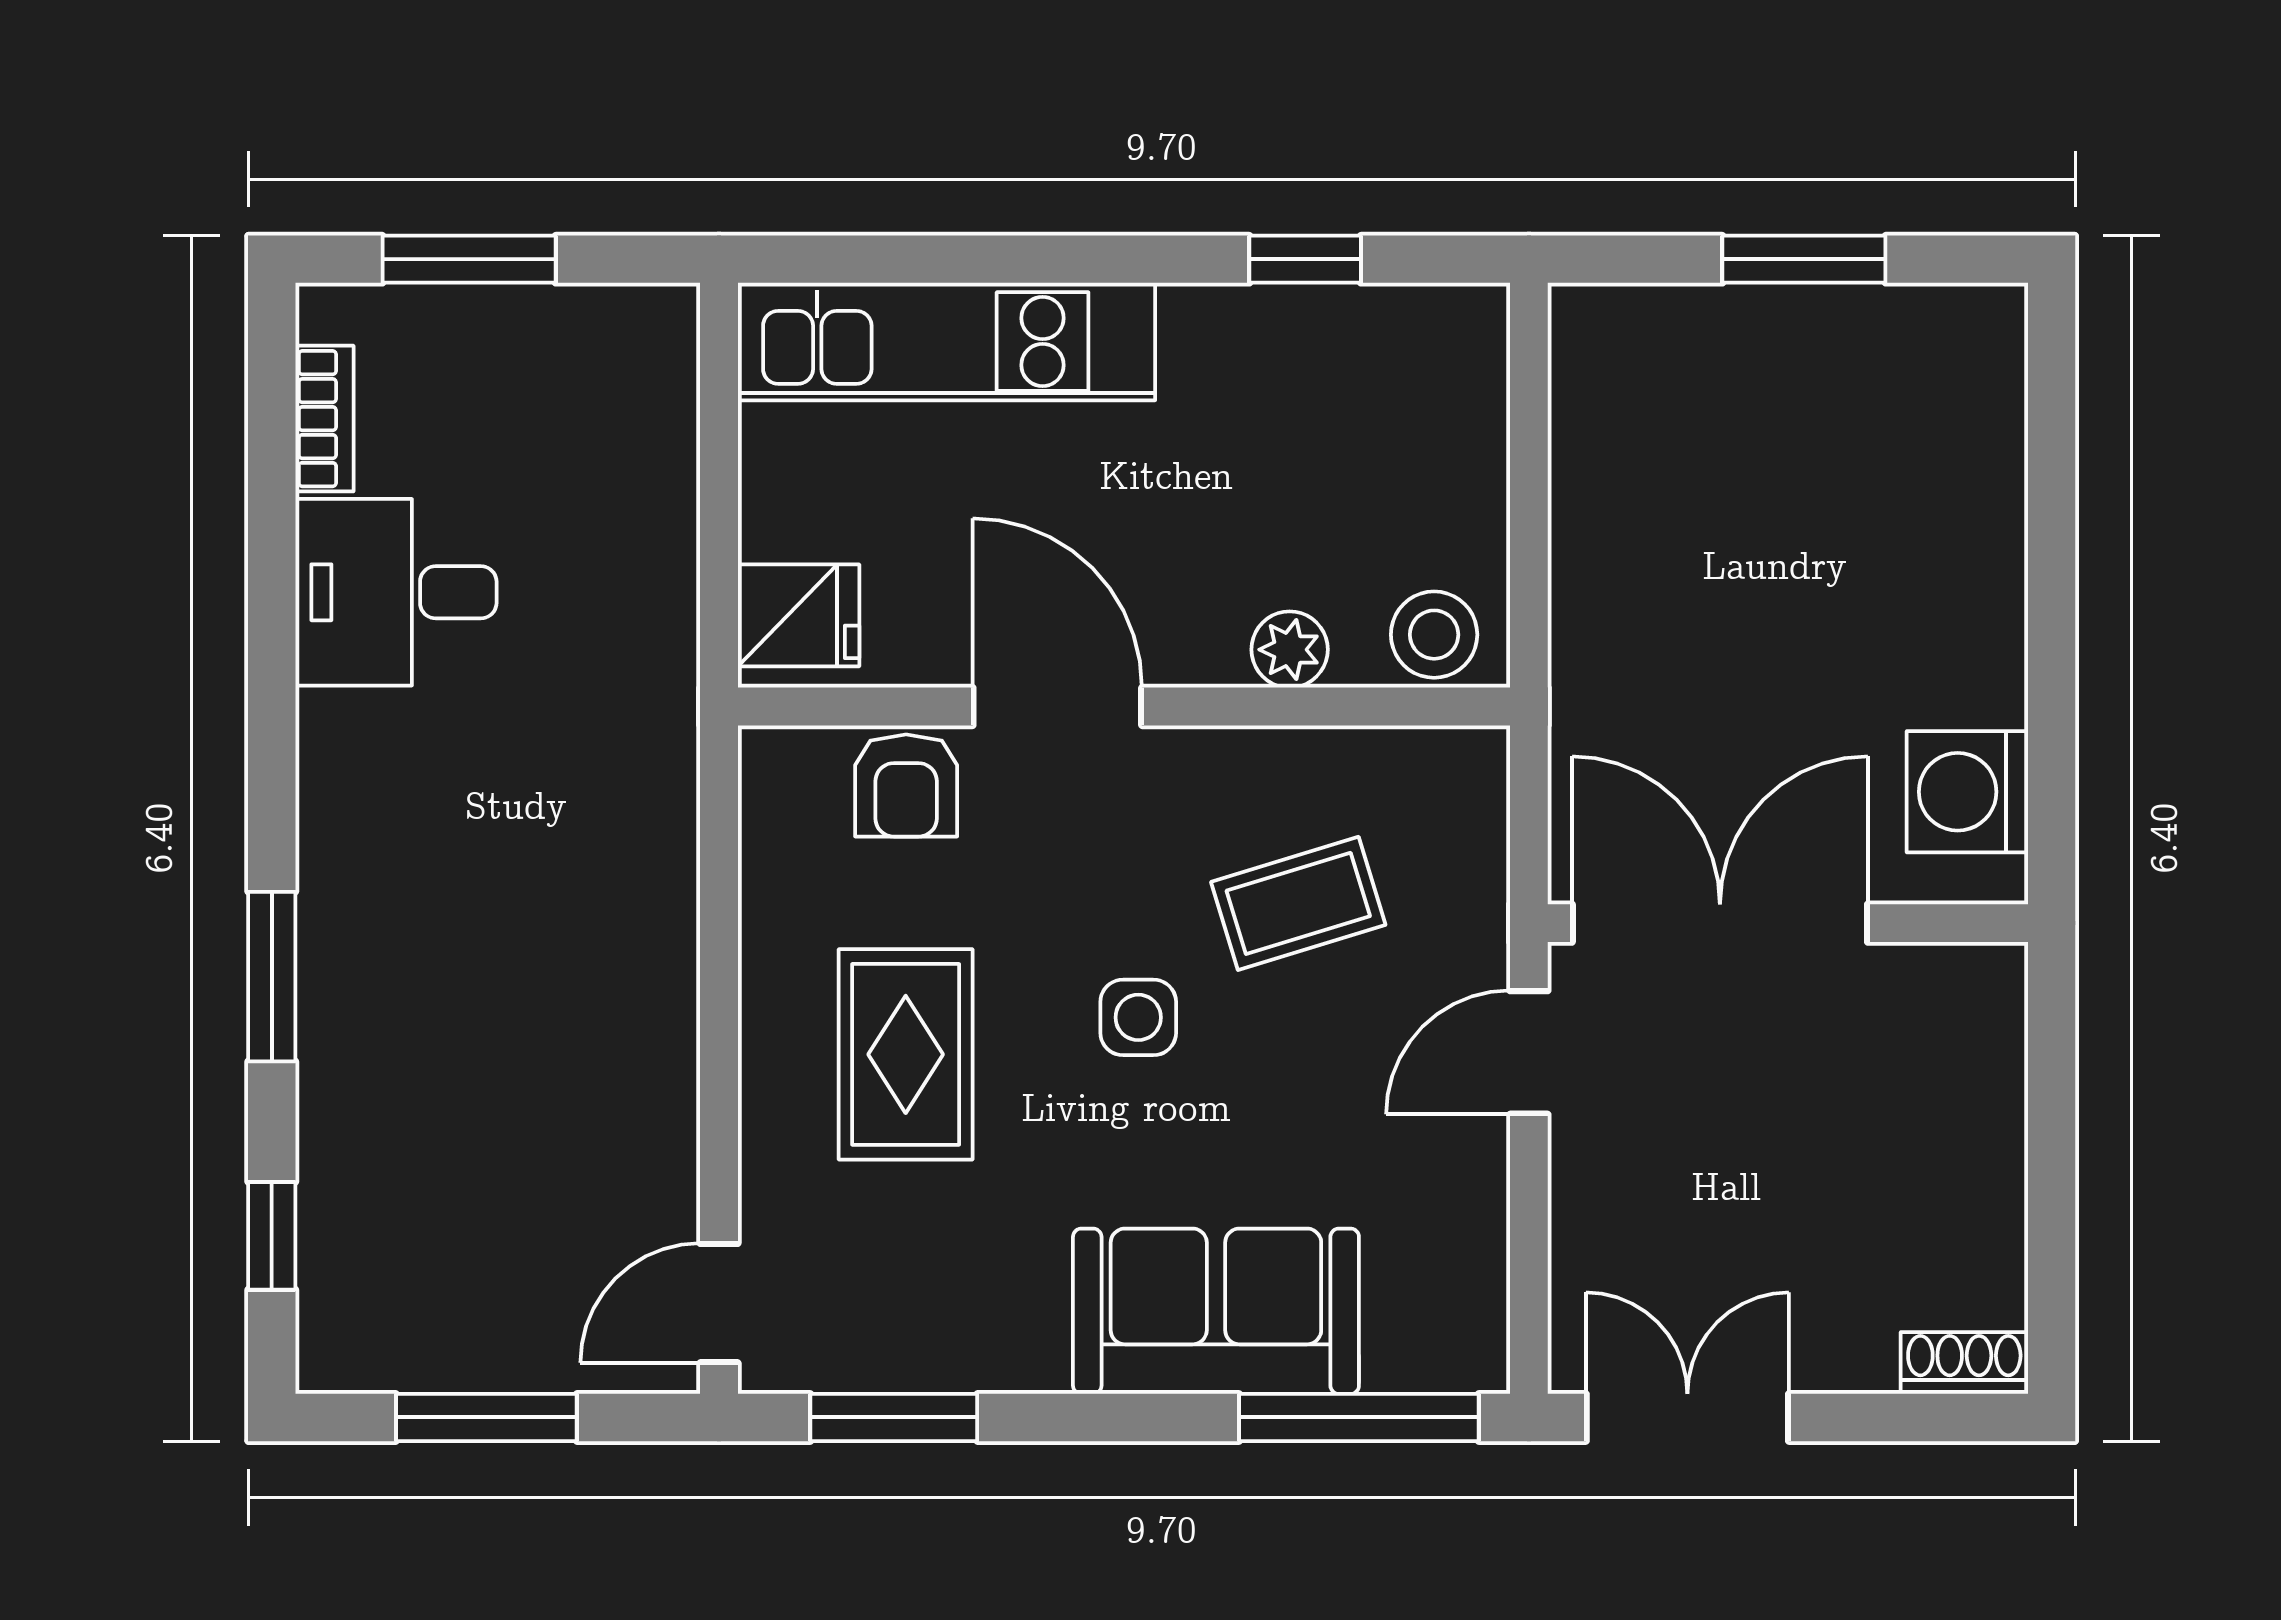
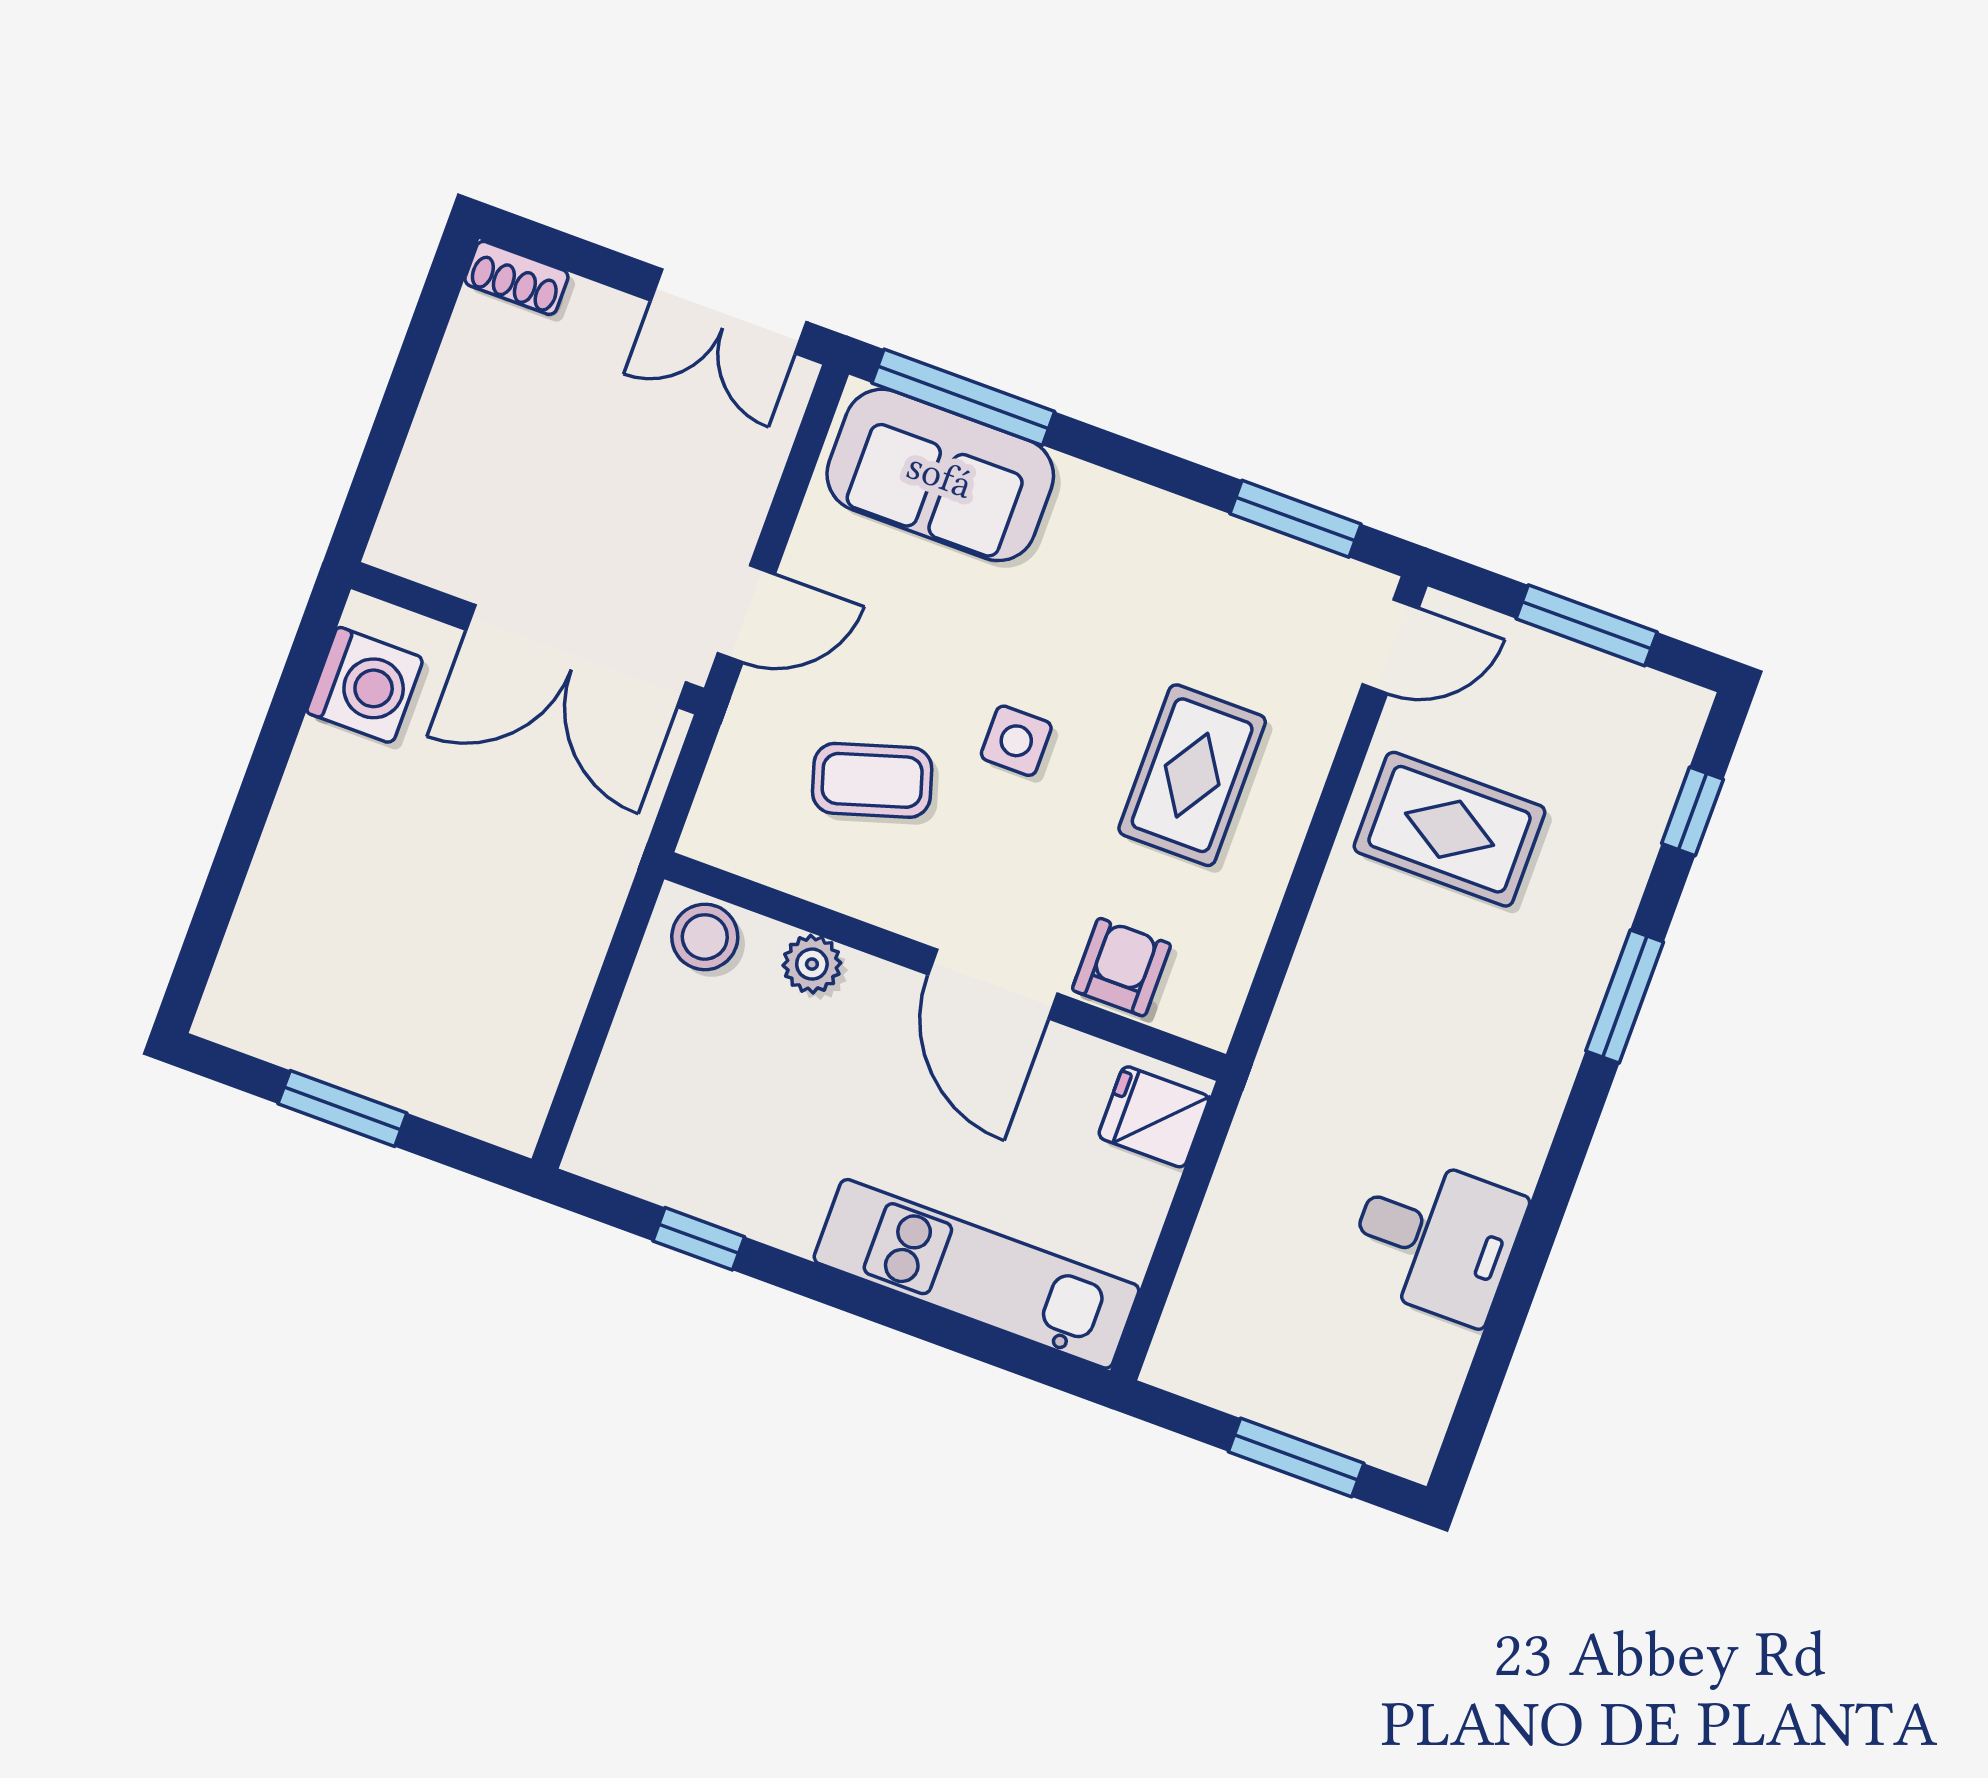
bookcase: (324, 419) -> (1441, 1381), removed
rug: (564, 1104) -> (1449, 829), added
sofa: (1216, 1311) -> (940, 475), moved

